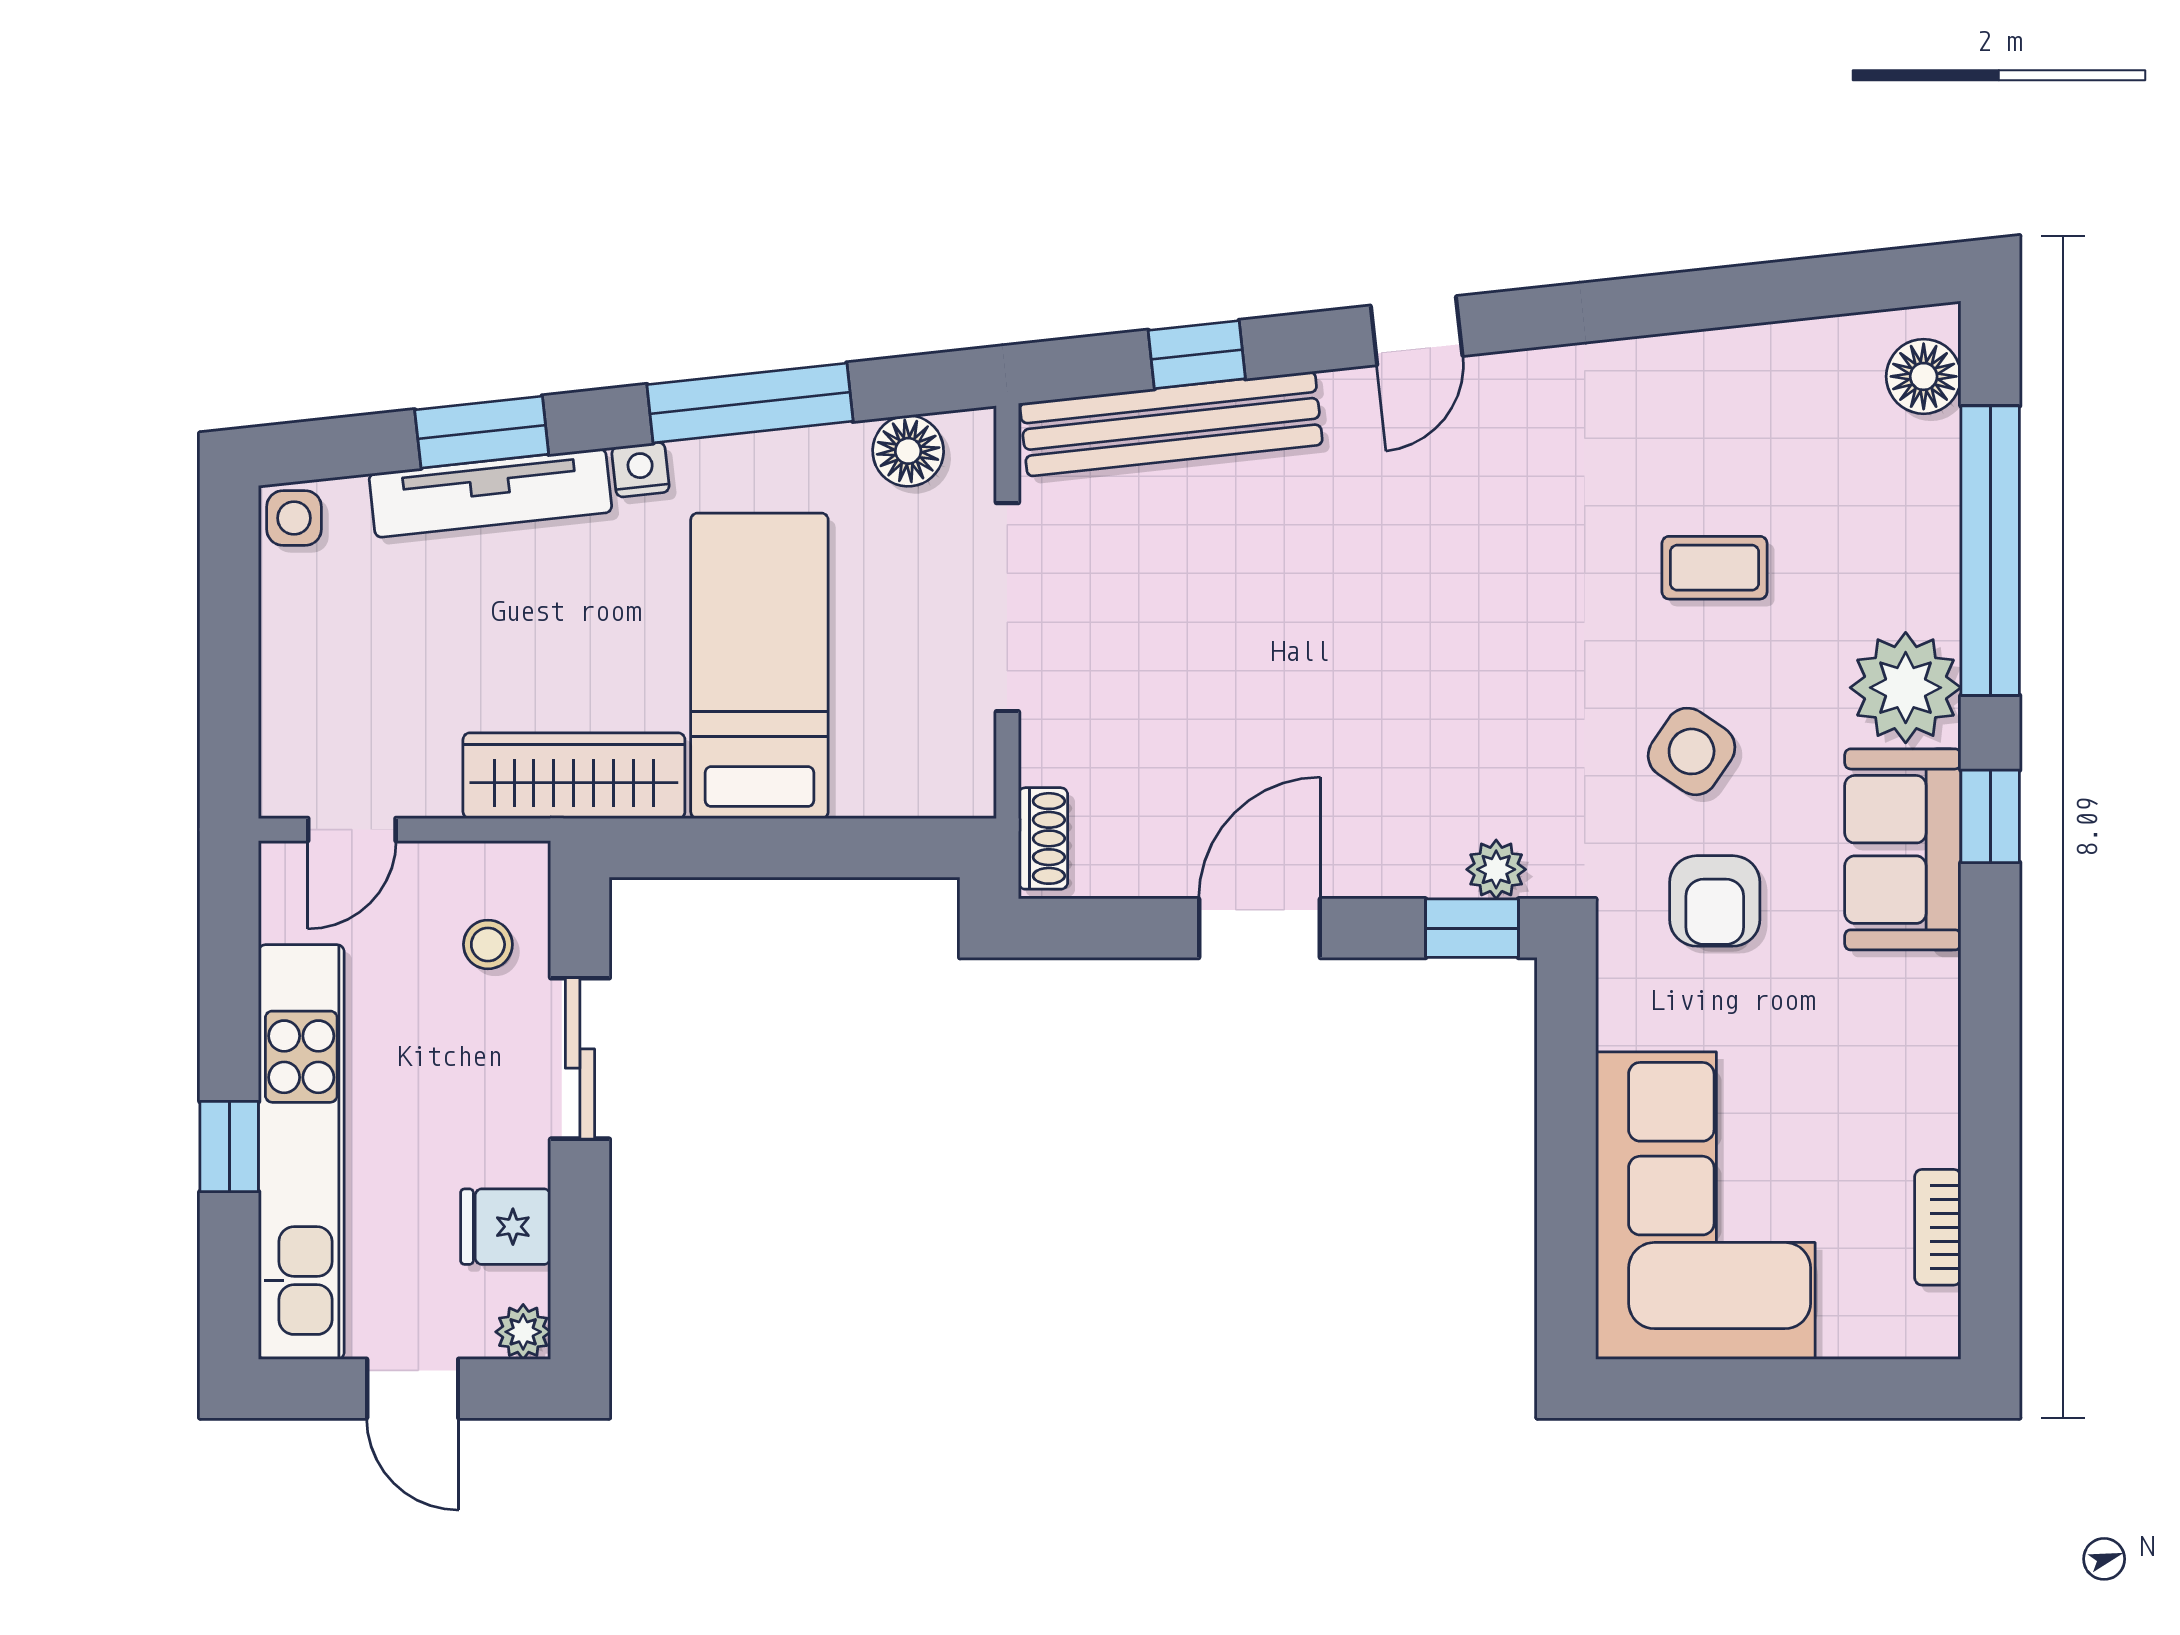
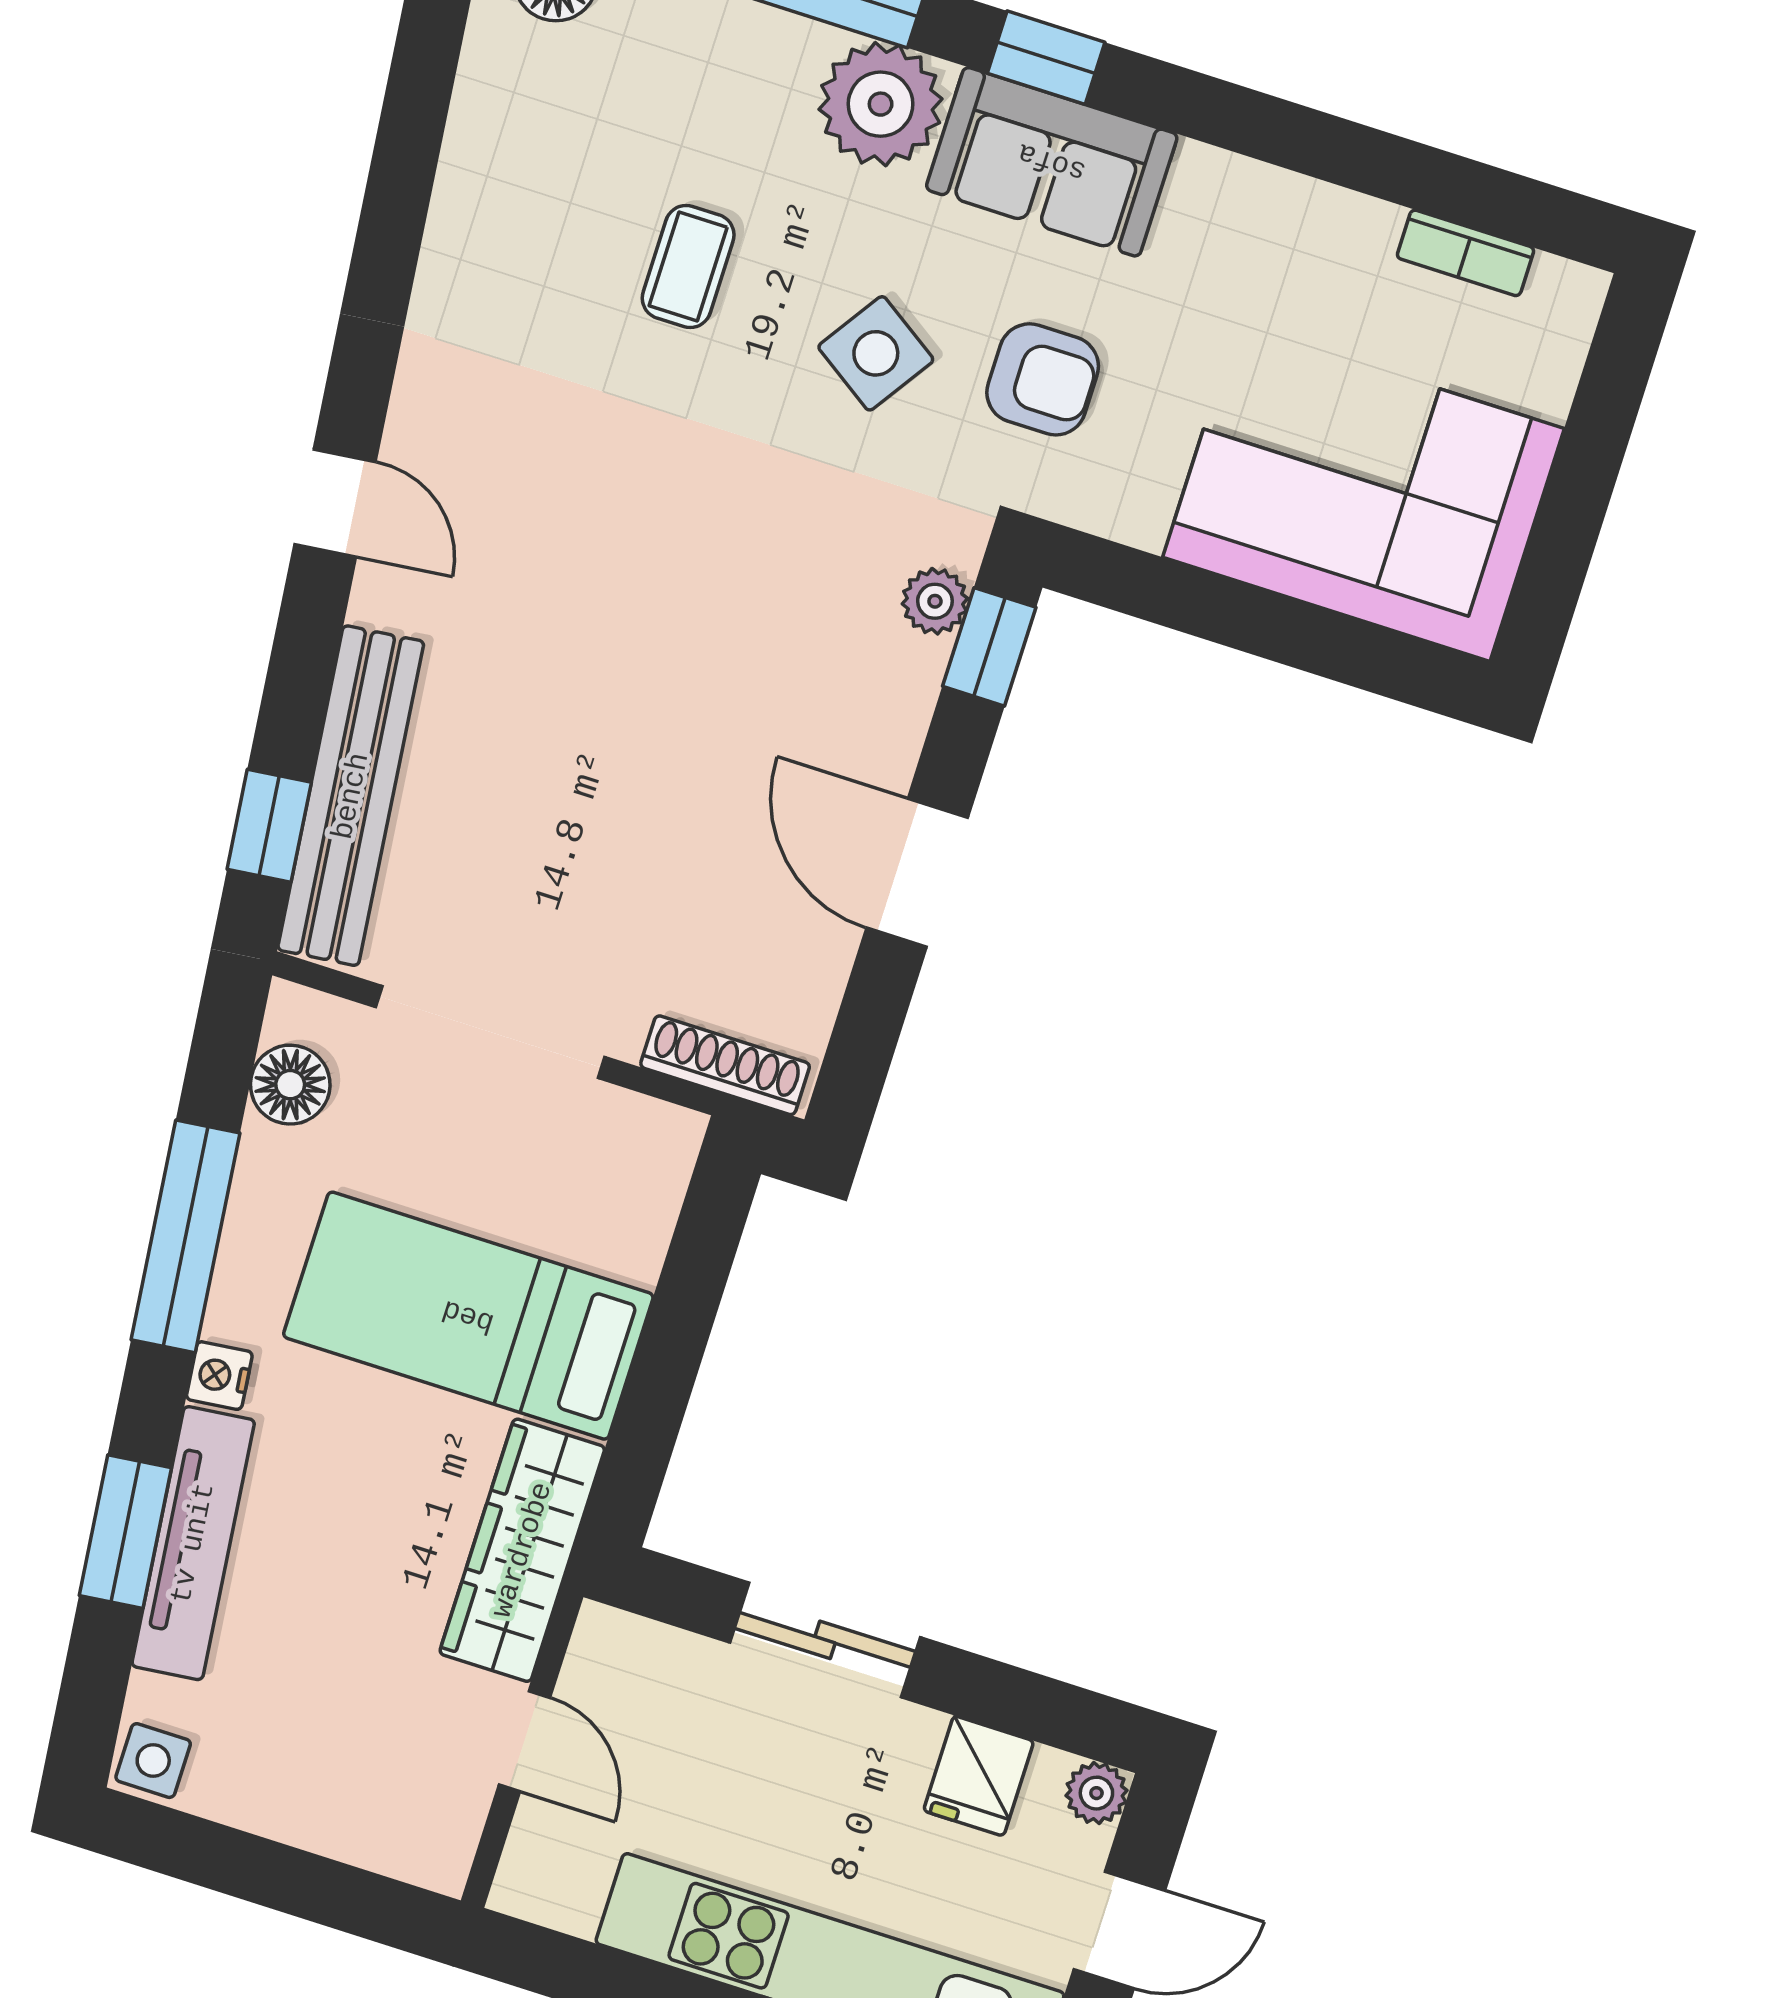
window: (1197, 355) -> (269, 826), moved
door: (352, 830) -> (524, 1741), moved
shoe rack: (1043, 838) -> (725, 1065), width x1.43
stool: (488, 944) -> (673, 1699), removed

